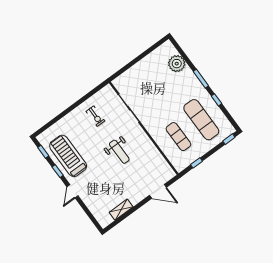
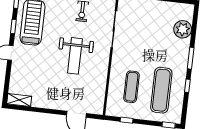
weight bench: (119, 152) -> (75, 56), width x1.36, depth x1.33
shelving: (121, 210) -> (19, 100), moved

